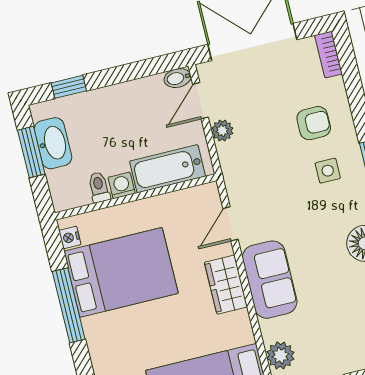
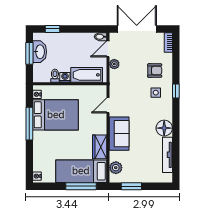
wardrobe: (226, 285) -> (100, 147), moved

